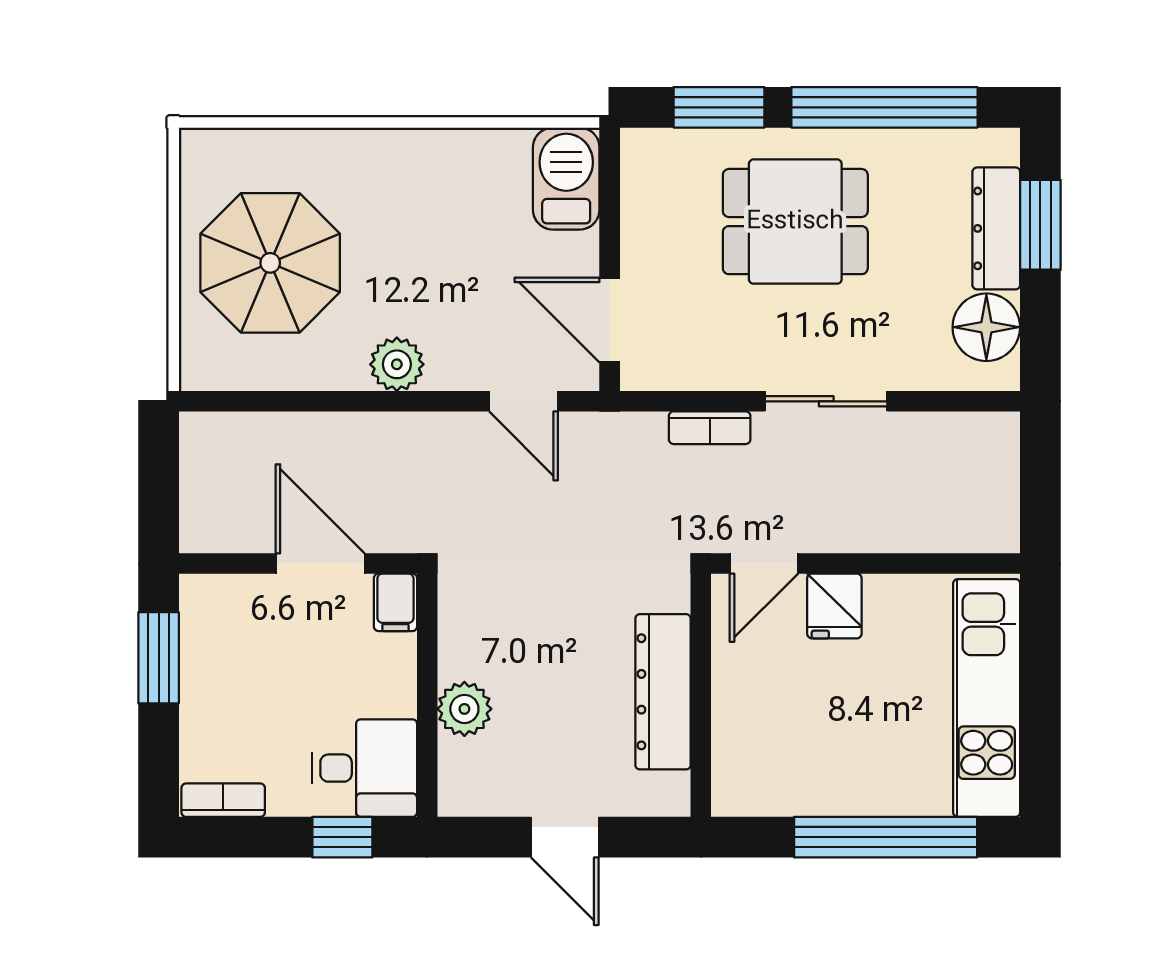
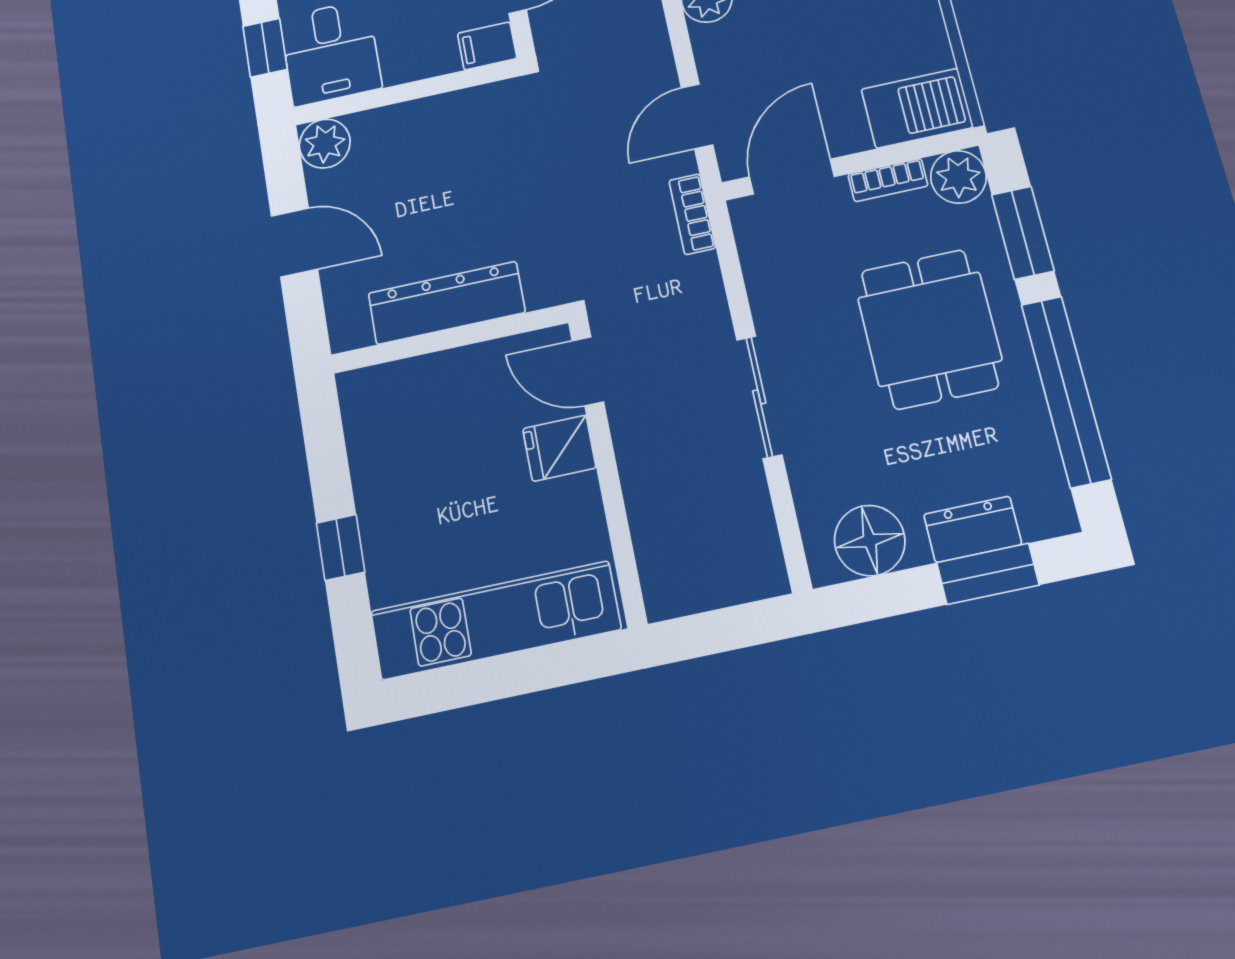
plant: (648, 155) -> (958, 177), added
bookcase: (635, 226) -> (888, 180), added
dresser: (996, 228) -> (973, 529), width x0.70
bookcase: (710, 428) -> (692, 214), moved
plant: (464, 709) -> (325, 144), moved
door: (565, 837) -> (294, 243), swing flipped
window: (886, 837) -> (340, 547), width x0.32

